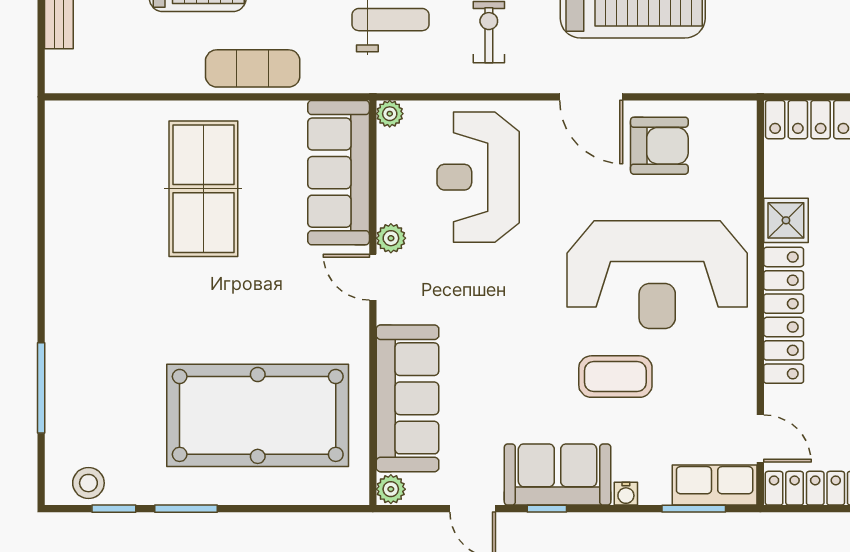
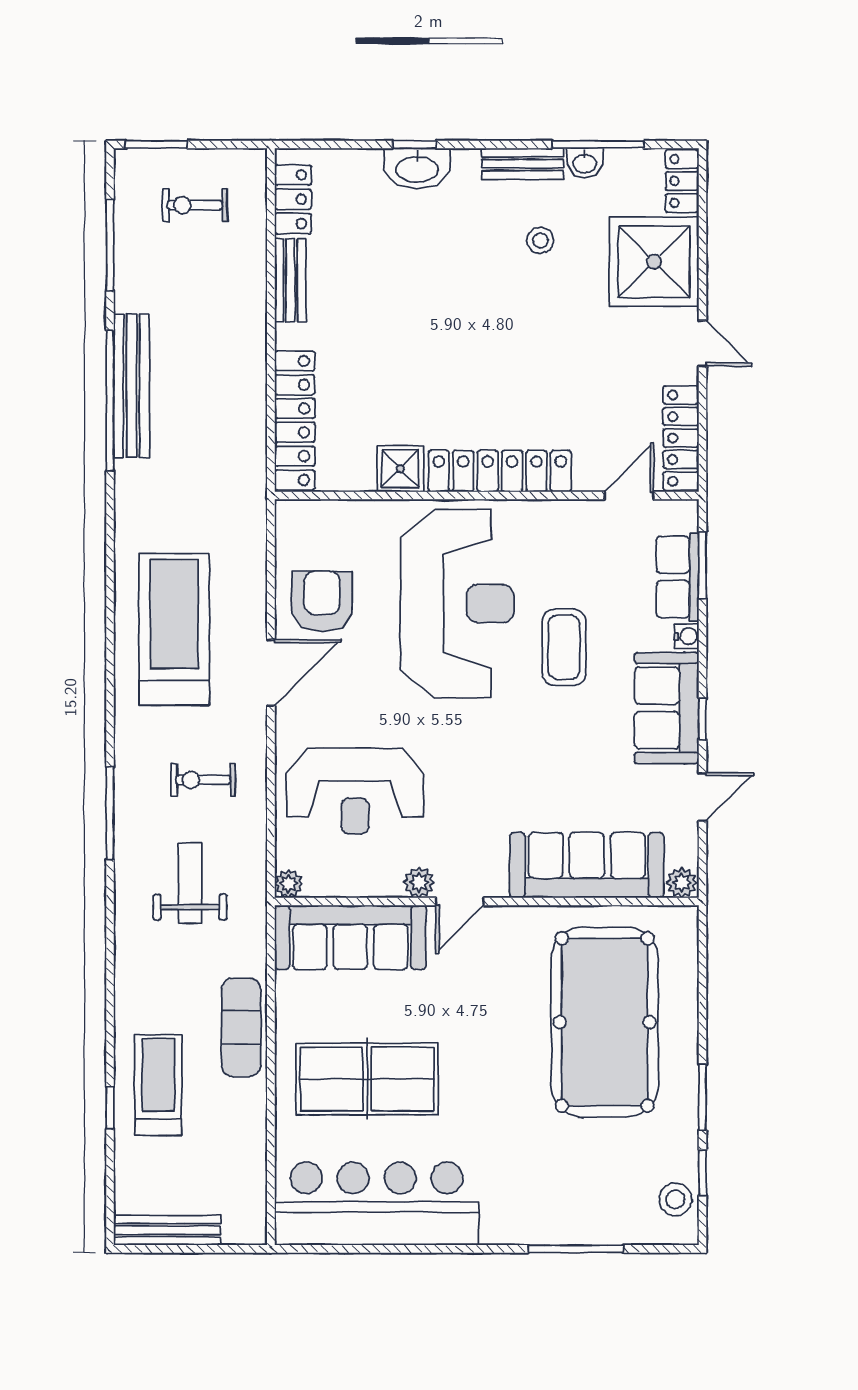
bar counter: (84, 198) -> (377, 1204), added
row of seats: (715, 485) -> (678, 577), moved

